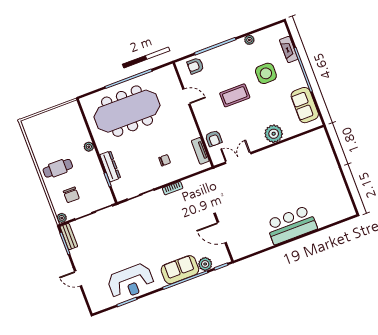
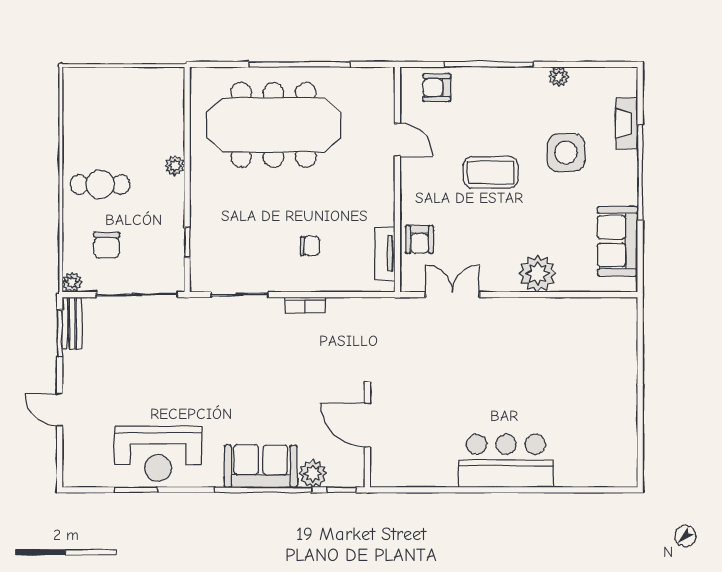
dresser: (110, 166) -> (202, 219), removed

